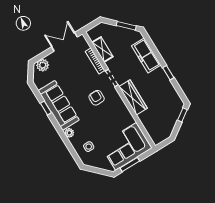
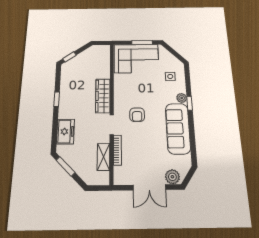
double door: (64, 42) -> (149, 187), moved
freezer: (146, 55) -> (66, 131), width x0.71
window: (46, 108) -> (190, 103), moved

